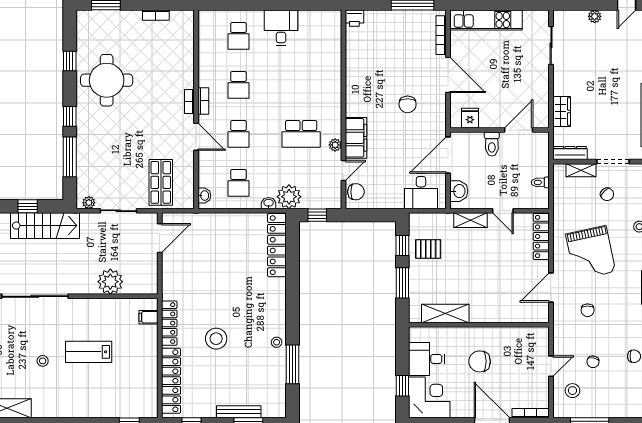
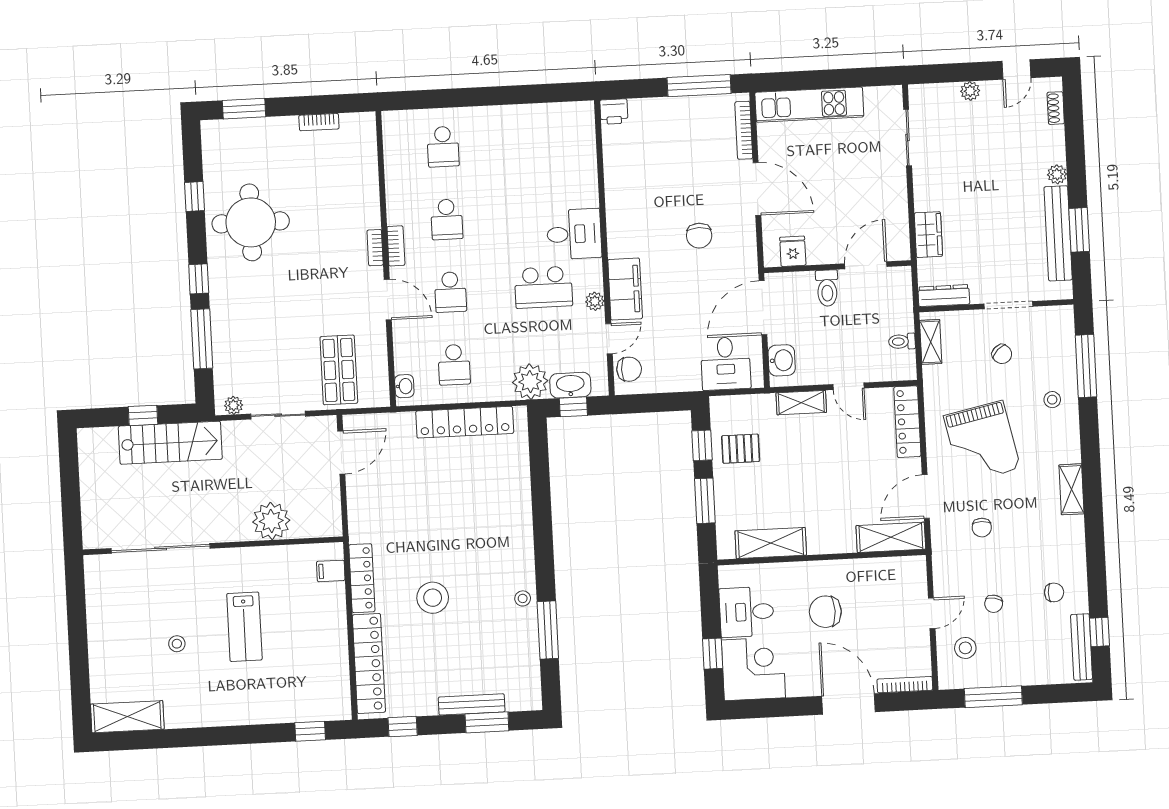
desk: (281, 28) -> (574, 234), moved, turned 90
shelving: (581, 170) -> (931, 342), moved, turned 90
washbasin: (269, 203) -> (570, 385), moved, width x1.91, depth x1.45
locker: (277, 245) -> (465, 422), moved, turned -90
shelving: (526, 314) -> (891, 537), added
lab bench: (89, 352) -> (244, 627), turned -90

